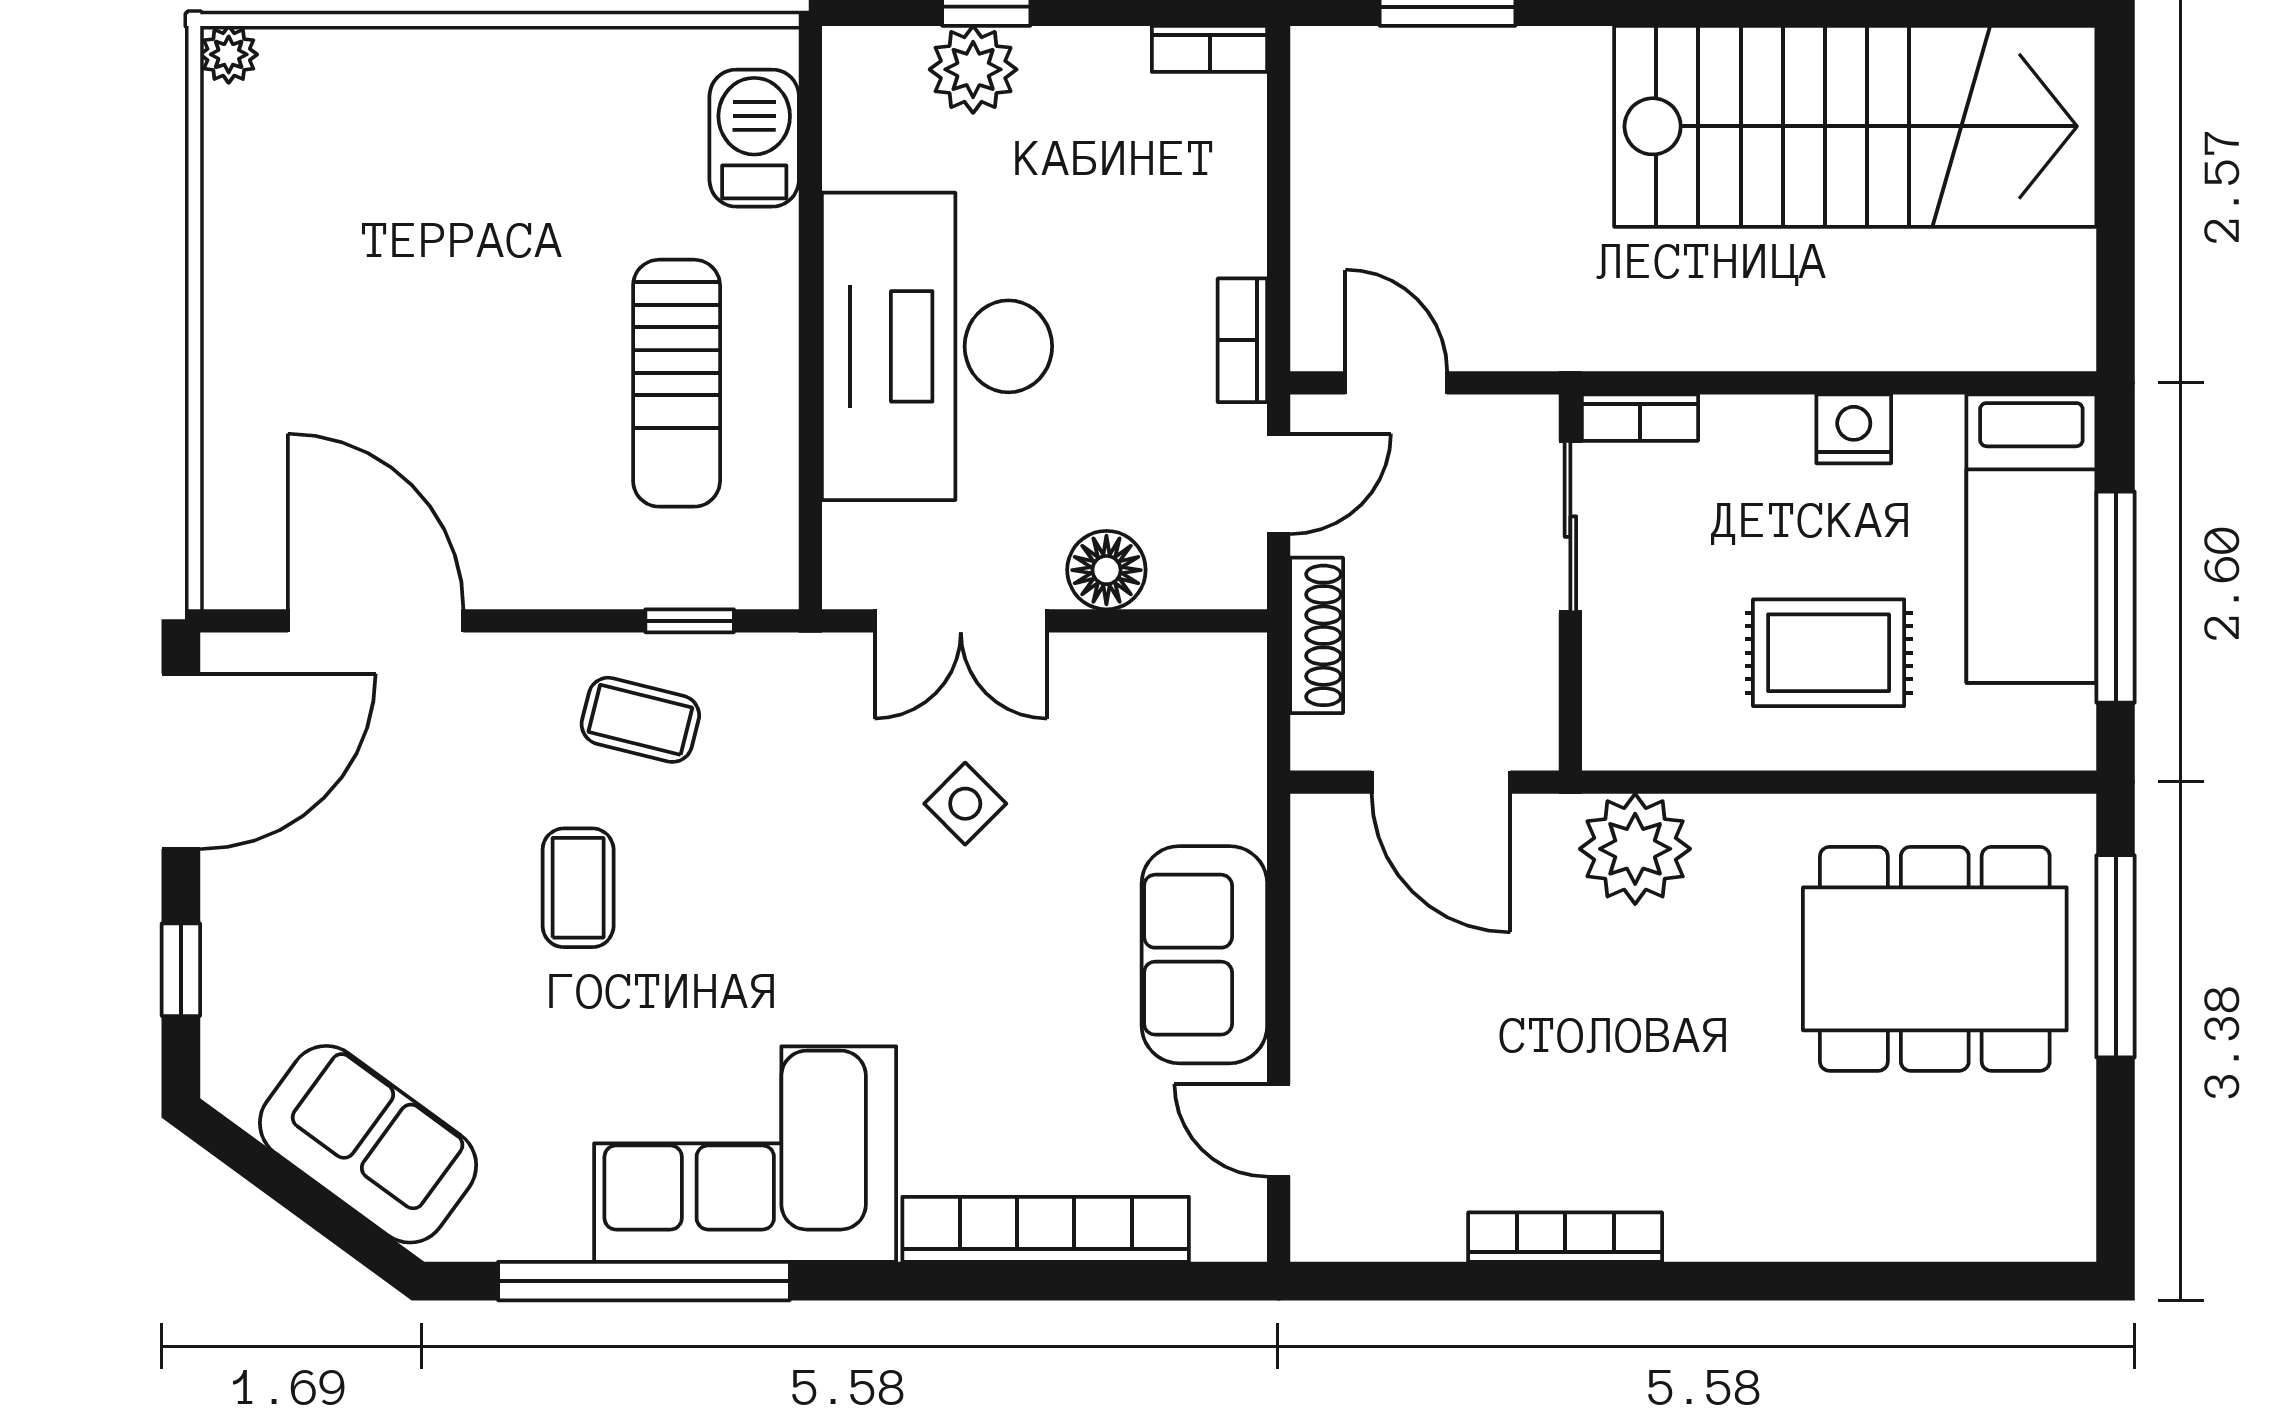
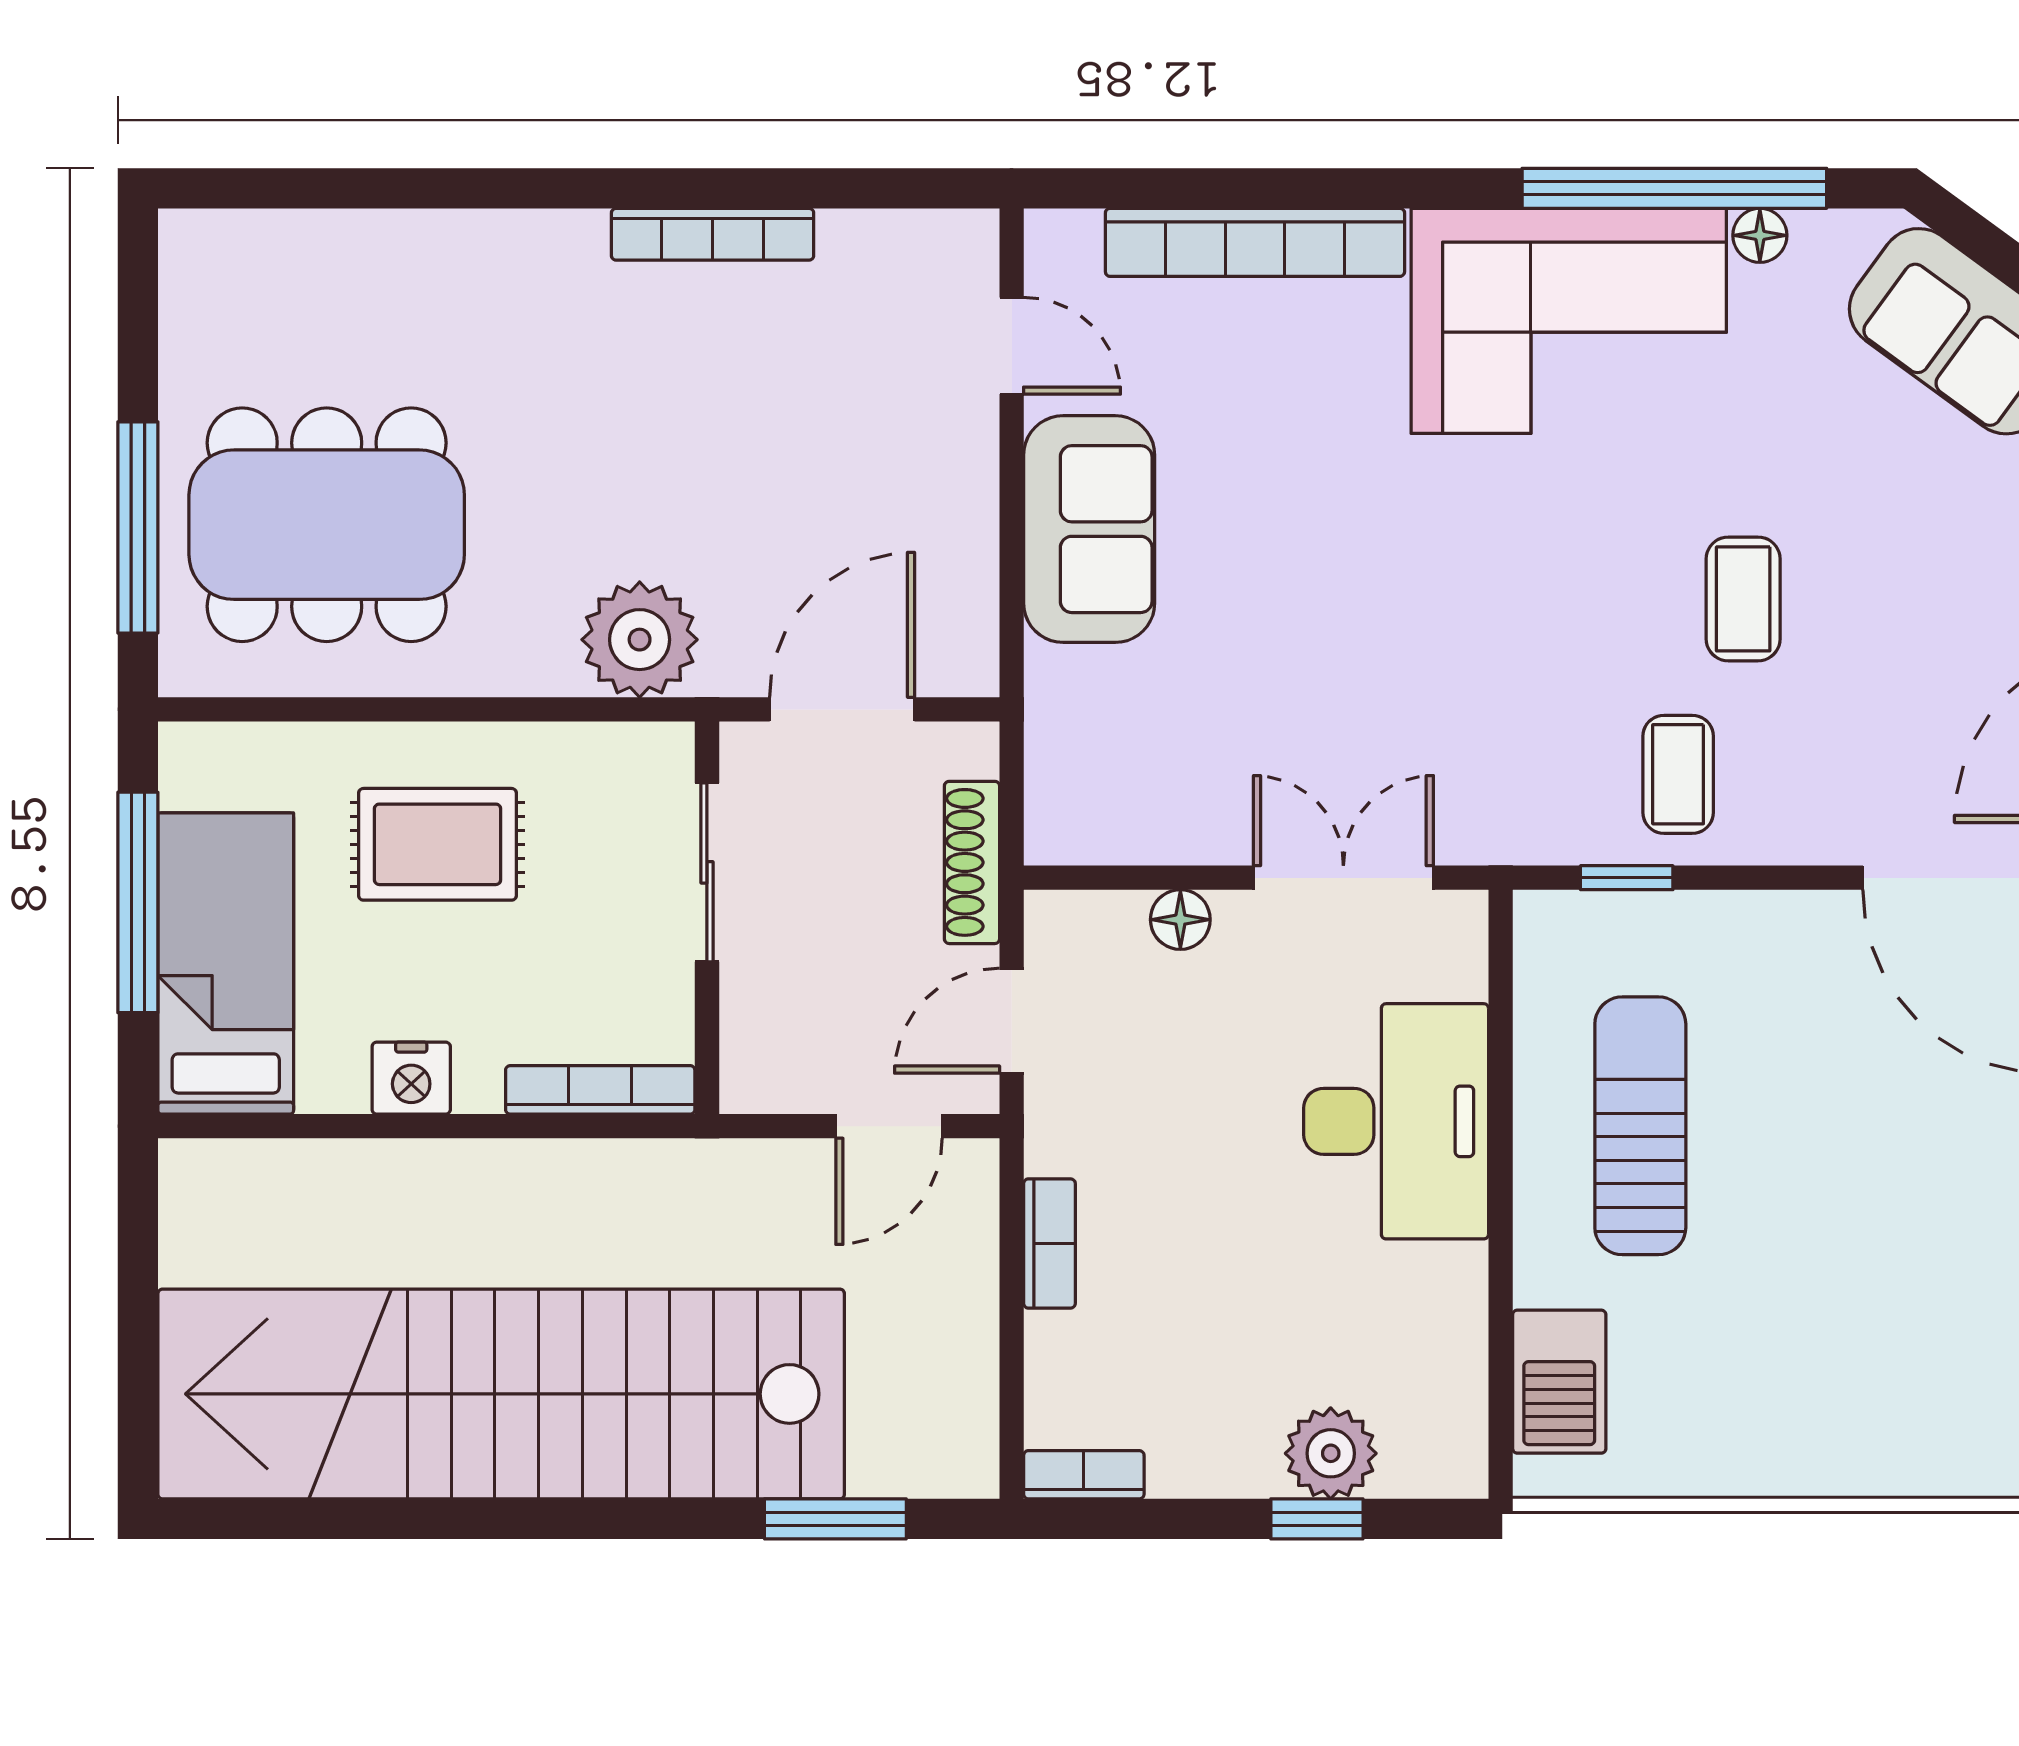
stairs: (1855, 126) -> (501, 1394), width x1.36
bookcase: (1242, 340) -> (1049, 1243), moved
desk: (937, 346) -> (1396, 1121), width x0.73, depth x0.77
door: (1396, 383) -> (889, 1126), hinge flipped
bookcase: (1640, 418) -> (600, 1090), width x1.56
sliding door: (1570, 527) -> (707, 872), moved
floor lamp: (1106, 570) -> (1180, 920), width x0.73, depth x0.73
coffee table: (640, 720) -> (1678, 774), turned 76
door: (1441, 782) -> (842, 709), hinge flipped
side table: (965, 804) -> (1339, 687), removed
floor lamp: (562, 1236) -> (1760, 235), added

